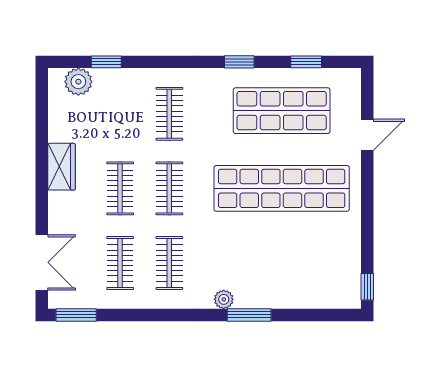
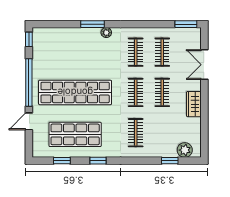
window: (367, 207) -> (29, 82), added
double door: (42, 262) -> (204, 65), moved

